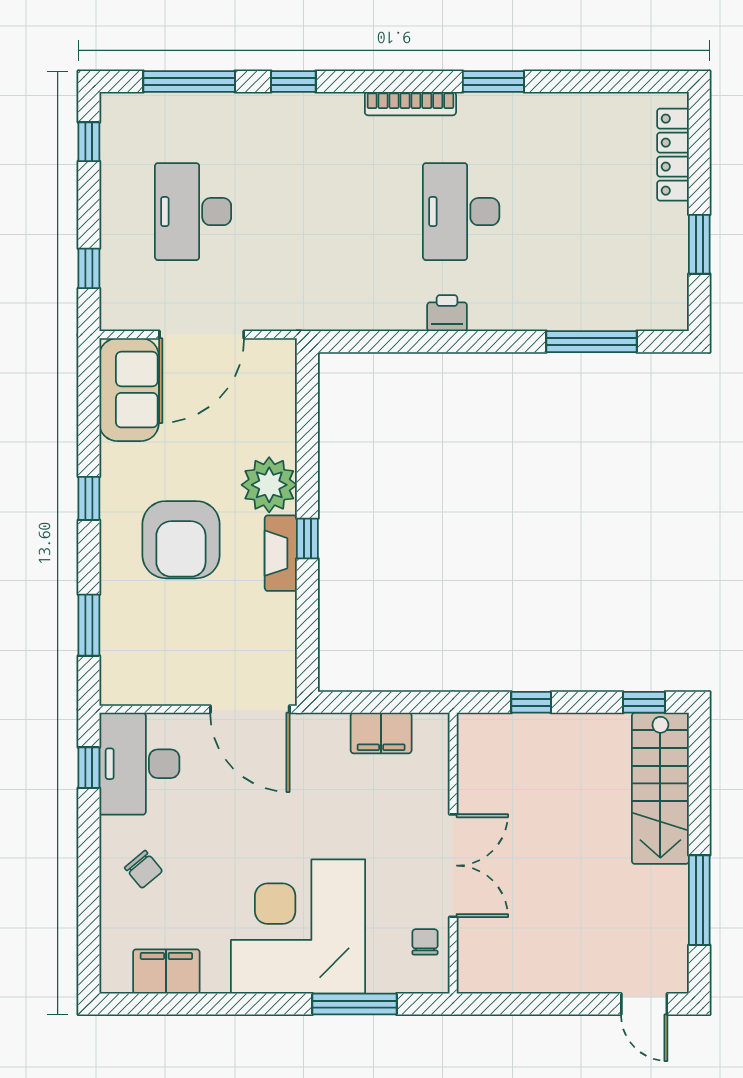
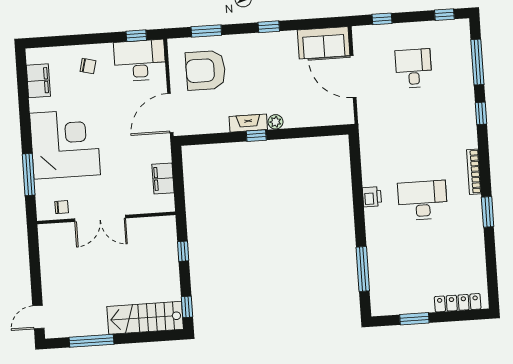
desk: (193, 212) -> (413, 68), width x0.73
plant: (269, 485) -> (276, 122), width x0.53, depth x0.53
armchair: (181, 540) -> (206, 70), moved
chair: (144, 869) -> (88, 66), turned -126

